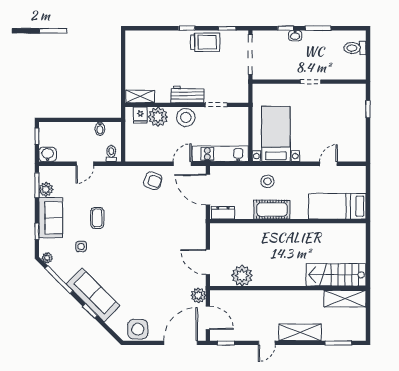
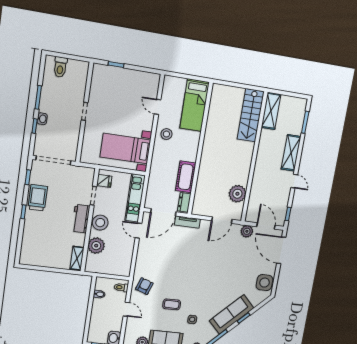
fridge: (140, 115) -> (104, 181), moved
armchair: (153, 181) -> (144, 286), moved
stool: (267, 181) -> (166, 134), moved
cot: (272, 210) -> (186, 177), moved
tv unit: (200, 221) -> (187, 222), added
door: (208, 318) -> (266, 226), hinge flipped

